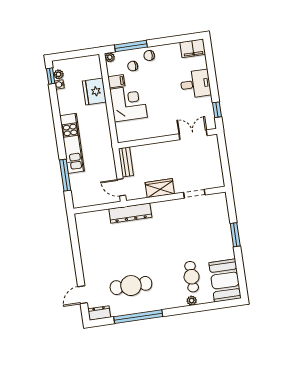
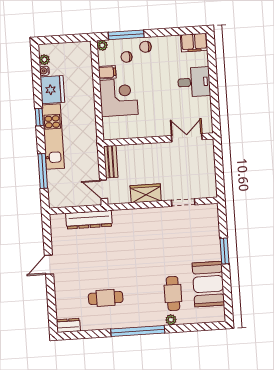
window: (51, 76) -> (39, 117), moved
fridge: (94, 92) -> (52, 90), moved, turned 180
window: (217, 110) -> (215, 112), removed
dresser: (130, 213) -> (89, 220), moved
booth: (225, 280) -> (208, 284), moved
cafe table: (131, 286) -> (106, 298), width x0.73, depth x0.74
door: (83, 295) -> (49, 265), moved
window: (138, 317) -> (138, 331), moved

